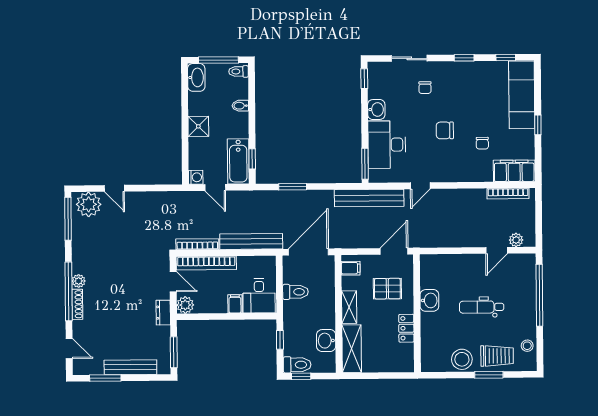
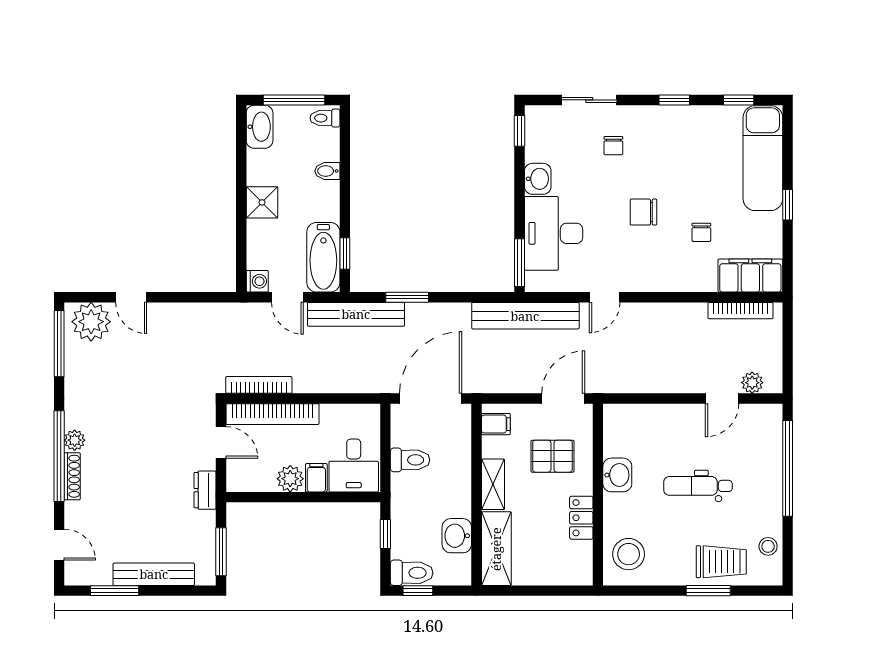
bench: (251, 241) -> (356, 314), moved
plant: (185, 305) -> (290, 479), moved
stool: (462, 359) -> (629, 554), moved

